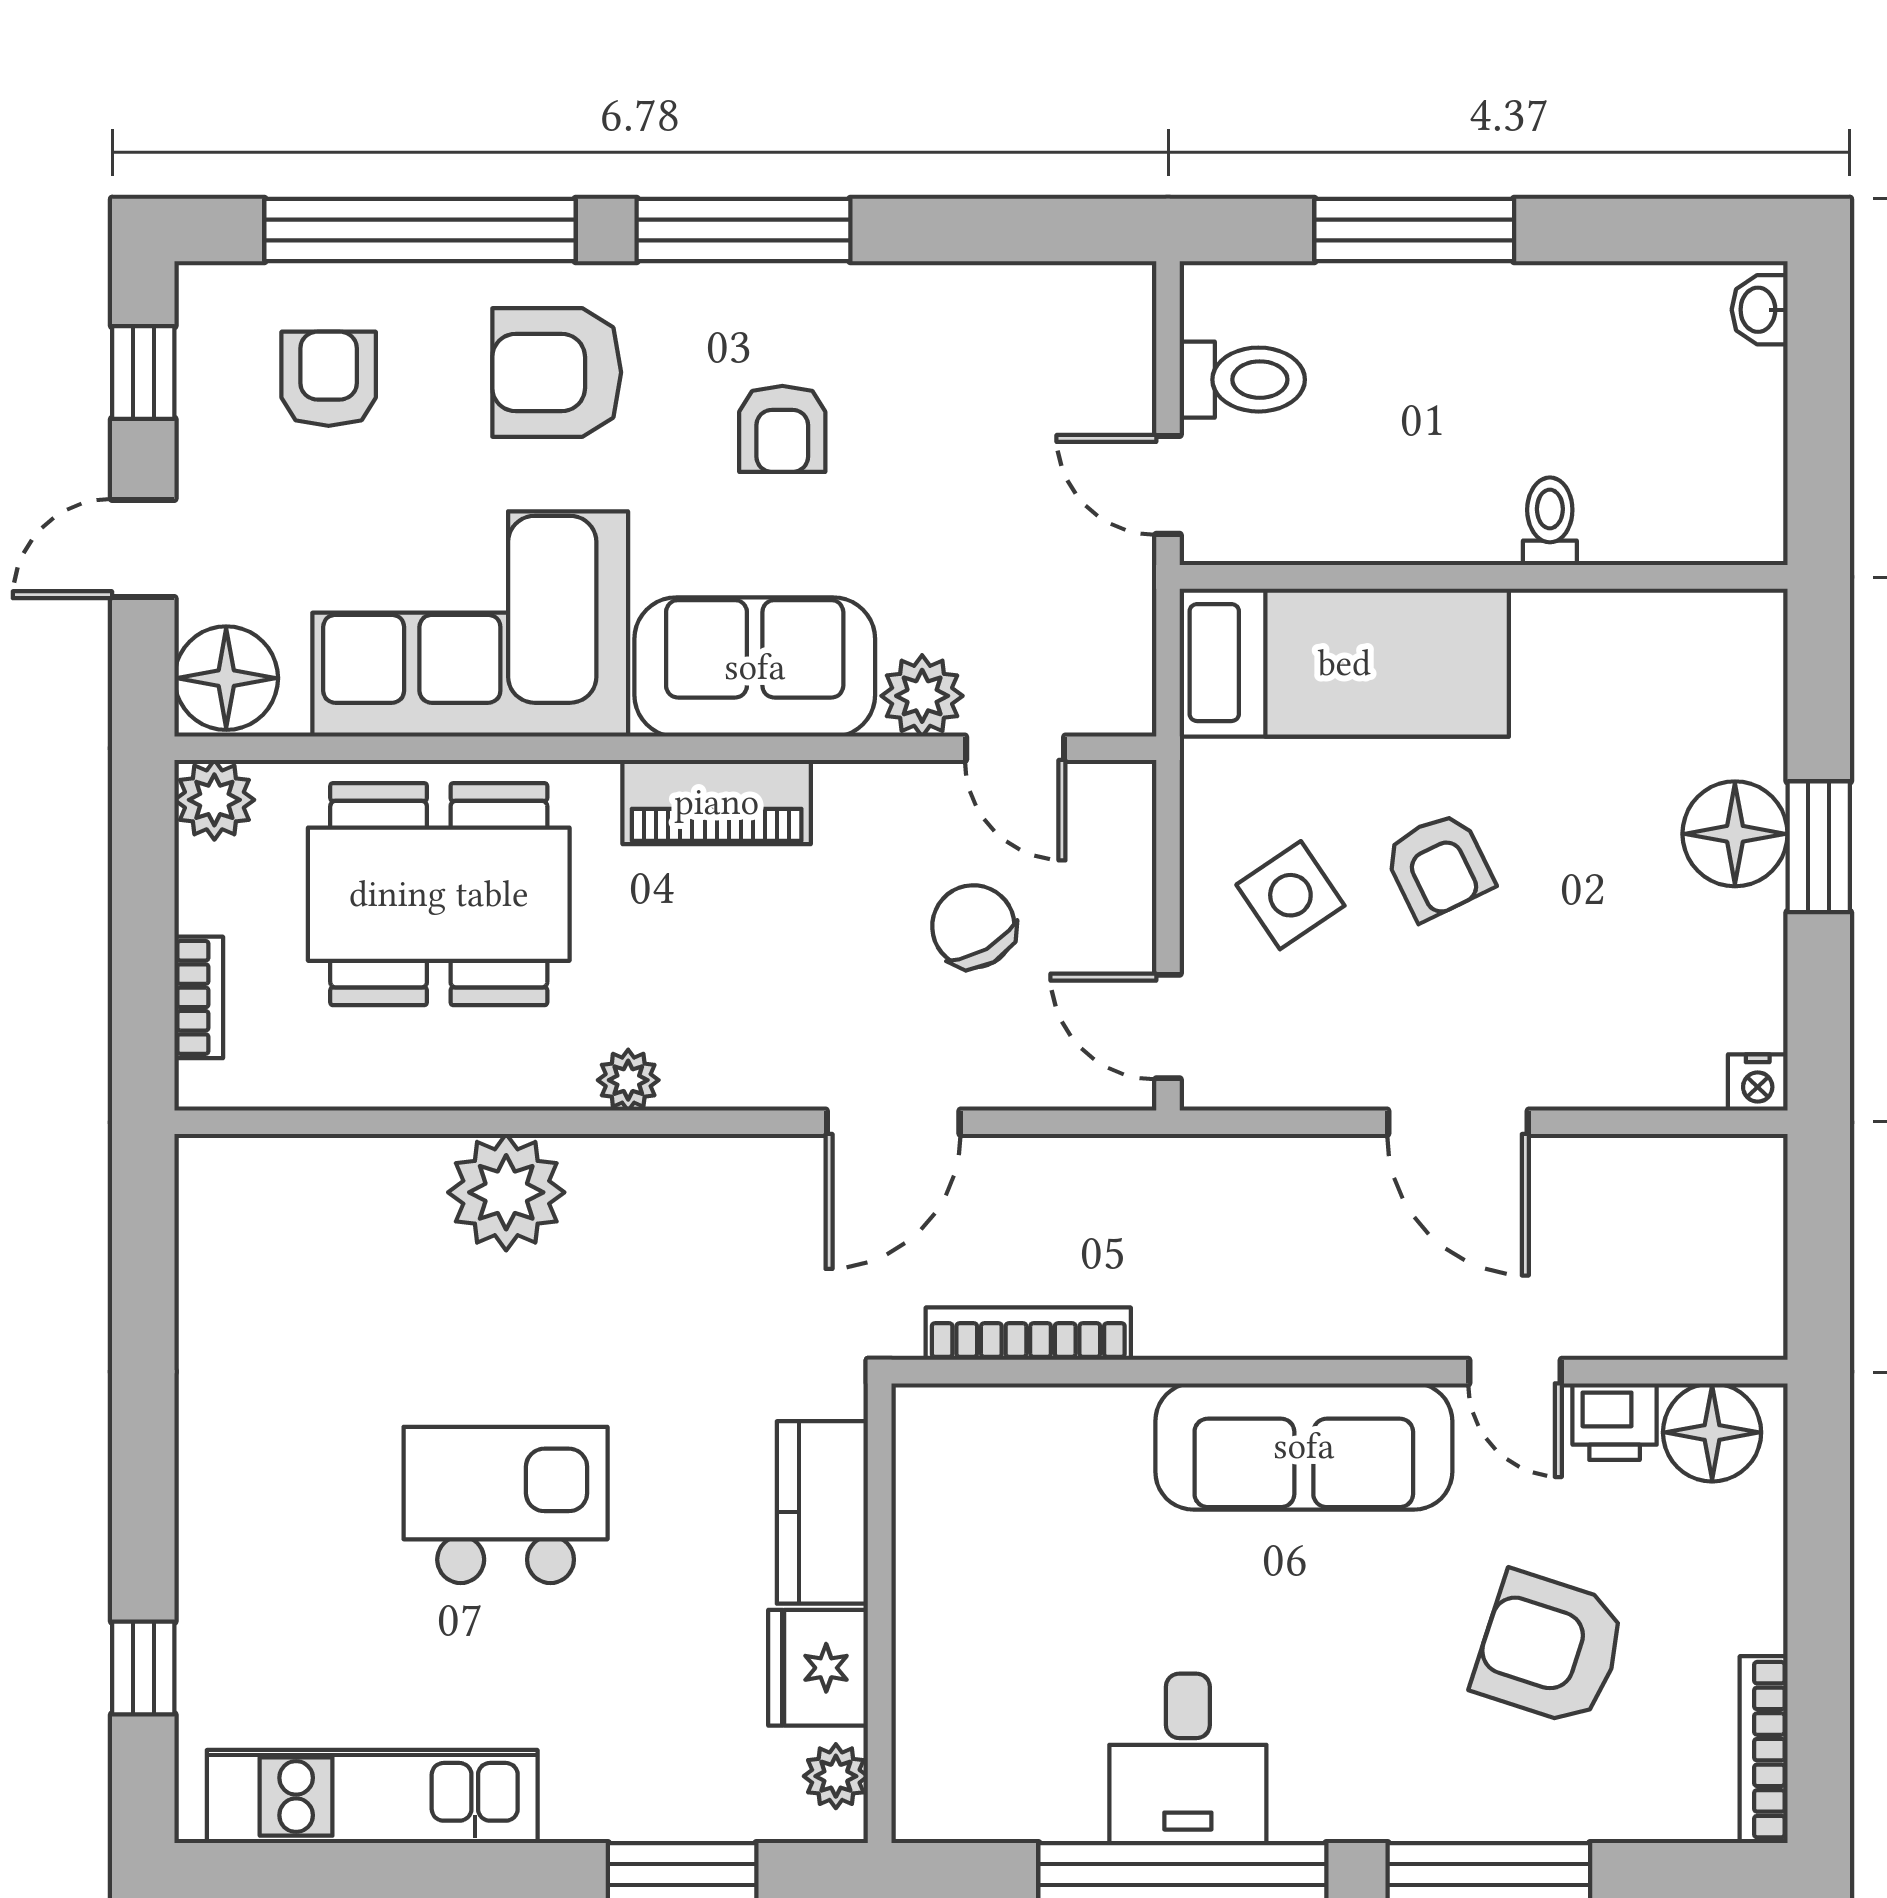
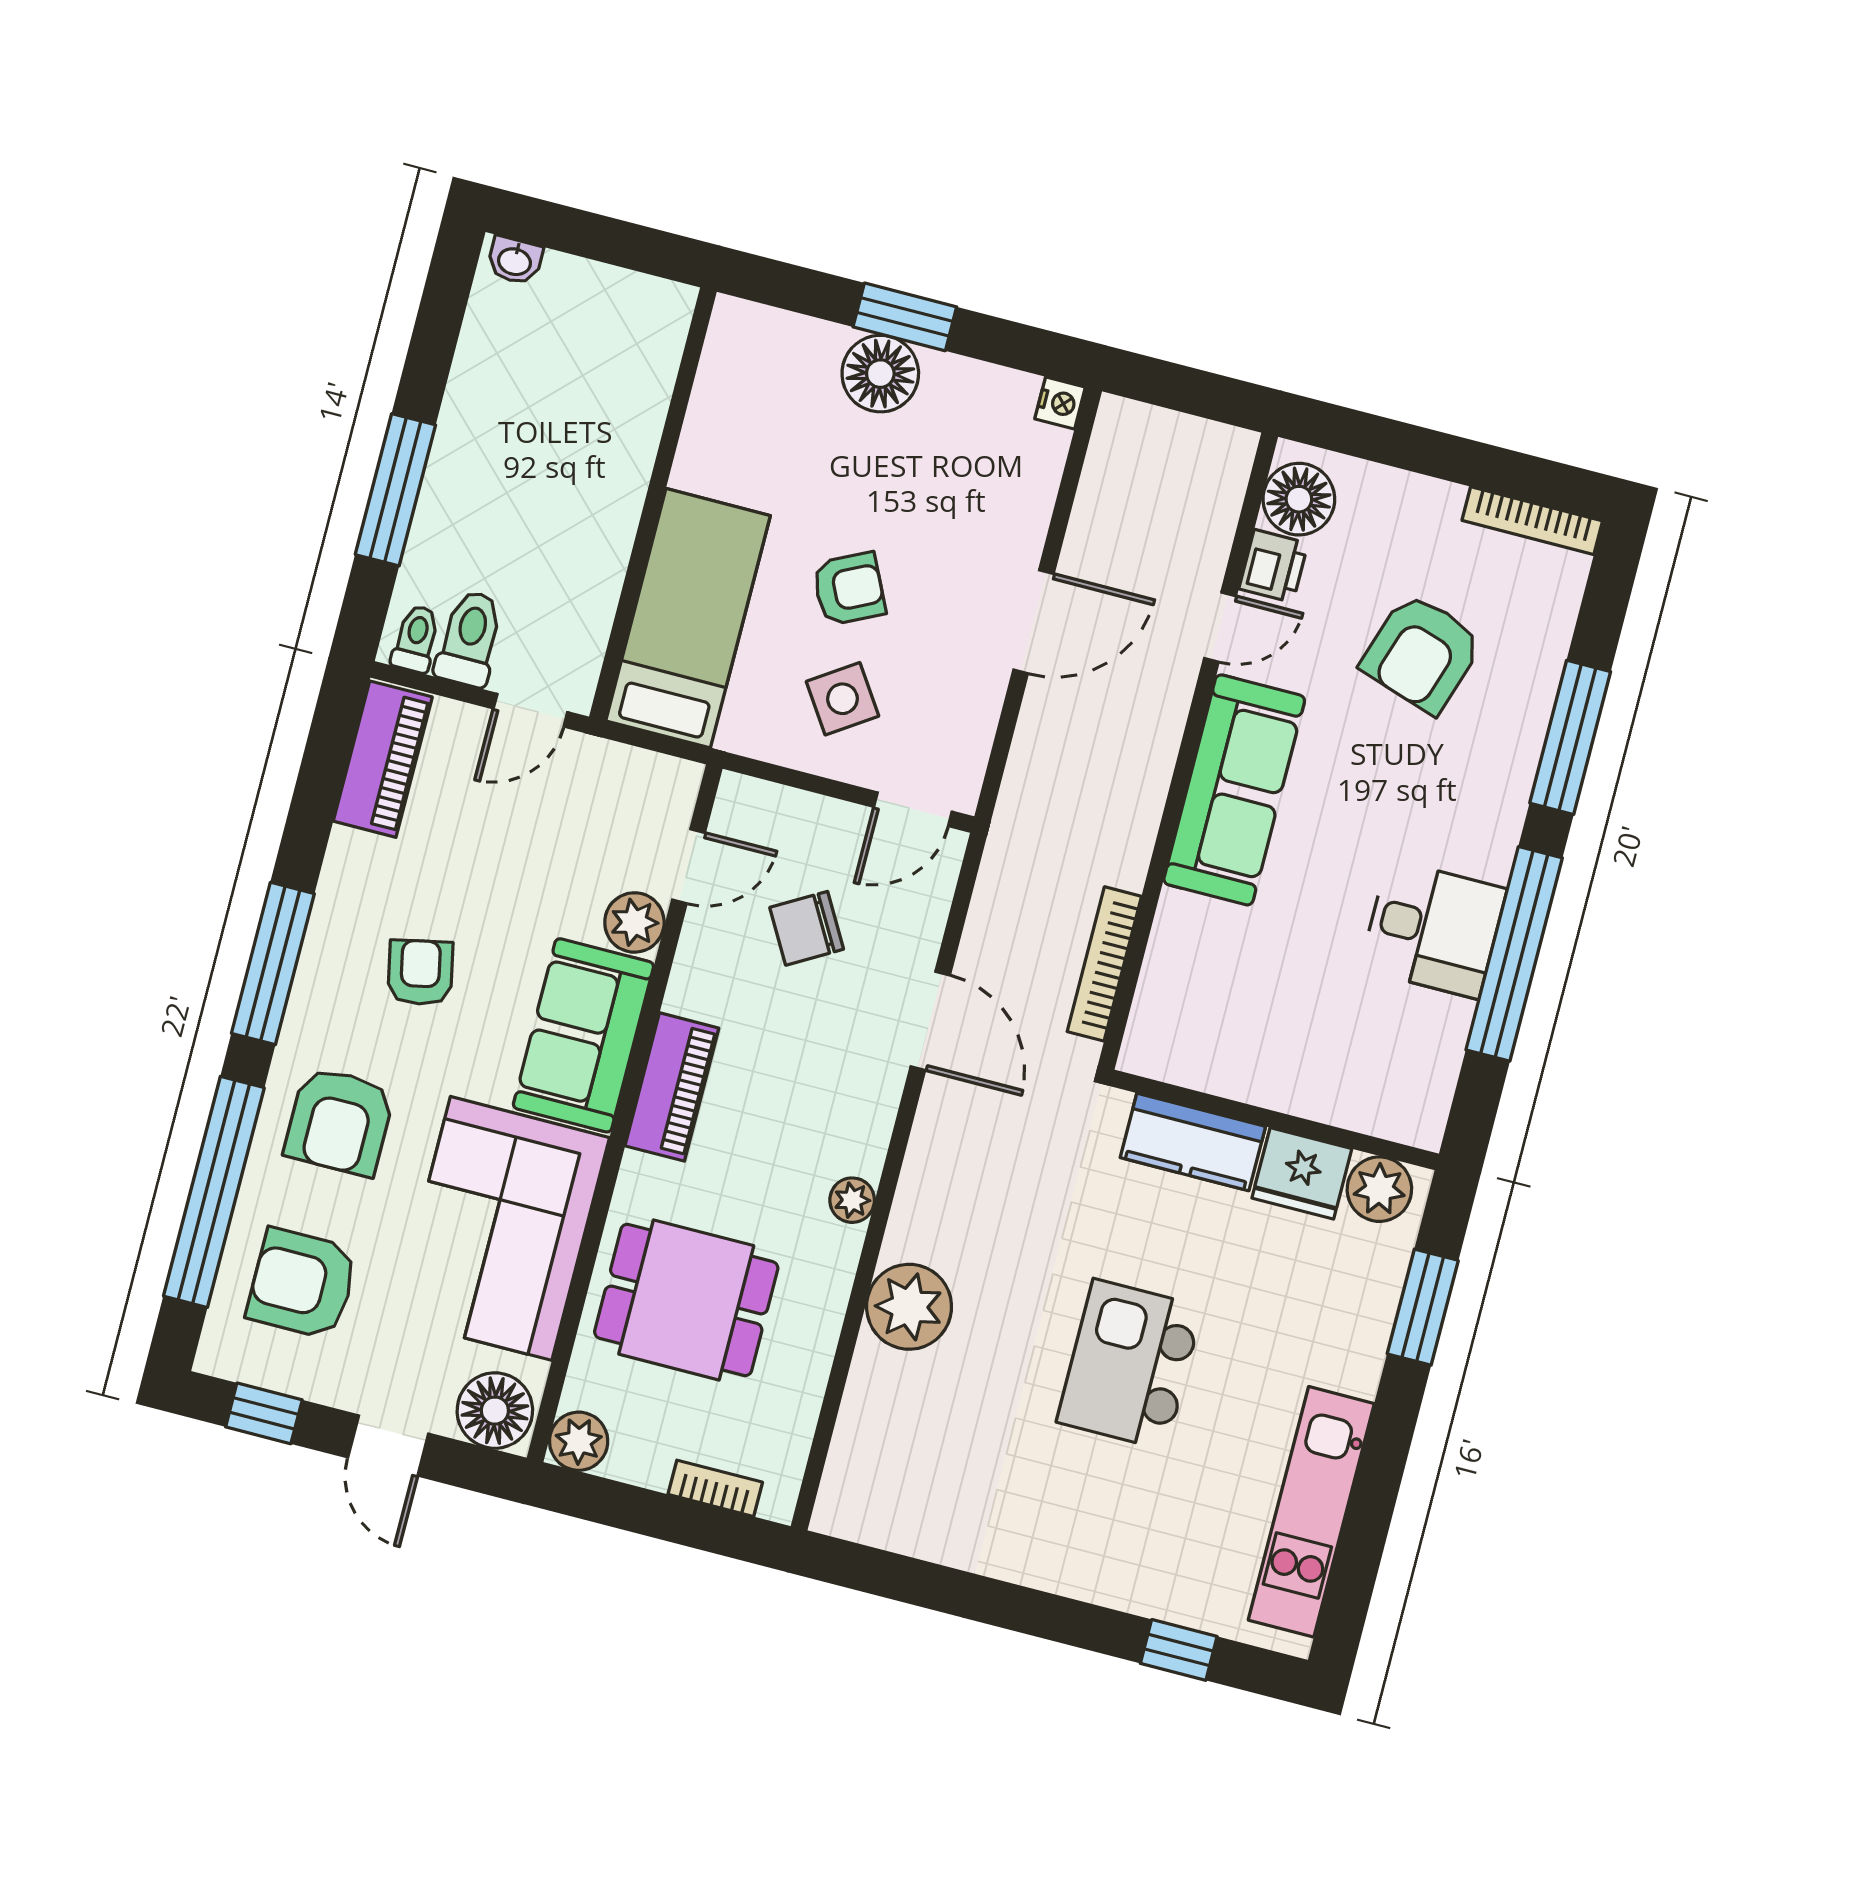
piano: (1053, 306) -> (383, 759), added
armchair: (329, 379) -> (302, 1284), width x1.38, depth x1.38
armchair: (782, 429) -> (420, 972), turned -102
toilet: (1550, 521) -> (416, 639), moved, turned 90
dining table: (439, 894) -> (686, 1300), width x0.73
plant: (836, 1776) -> (1379, 1189), width x1.38, depth x1.38

